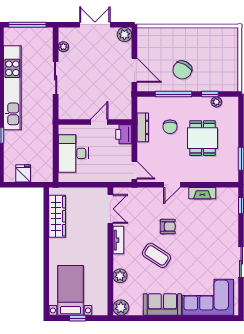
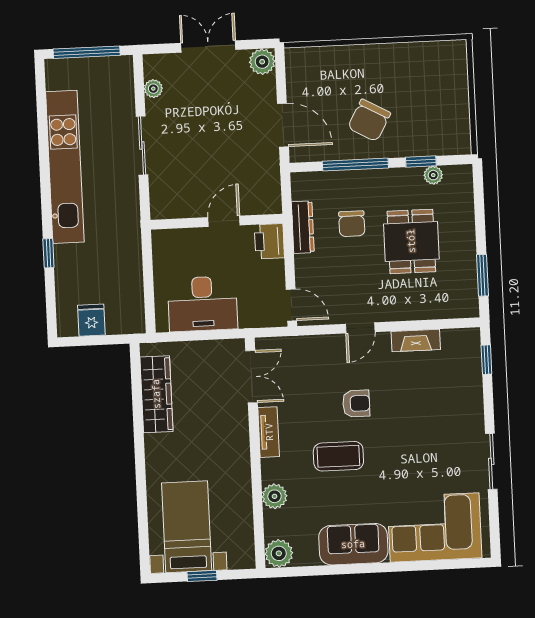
desk: (73, 153) -> (203, 304), moved, turned -90
coffee table: (156, 255) -> (338, 456), turned -33

